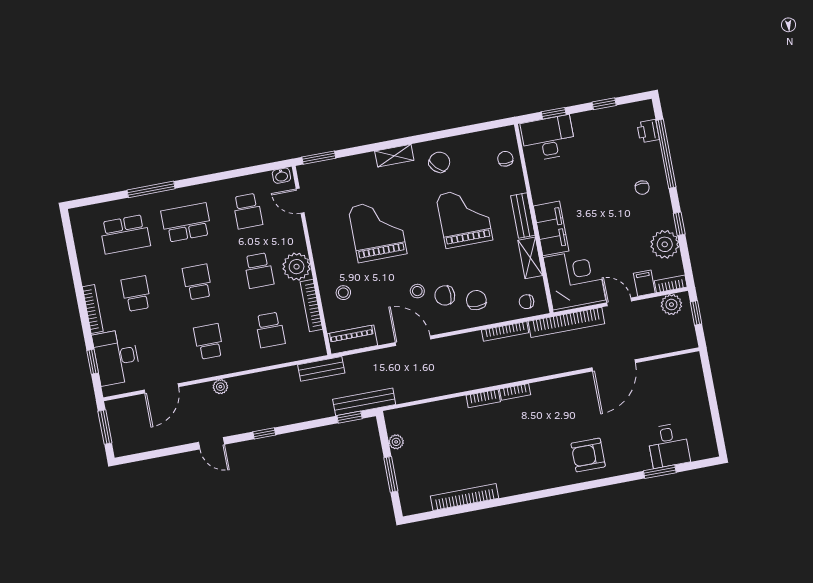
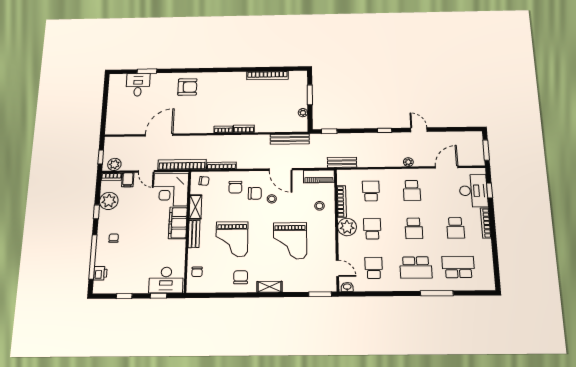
chair: (439, 162) -> (241, 277), turned 134
bench: (364, 402) -> (290, 139), moved

